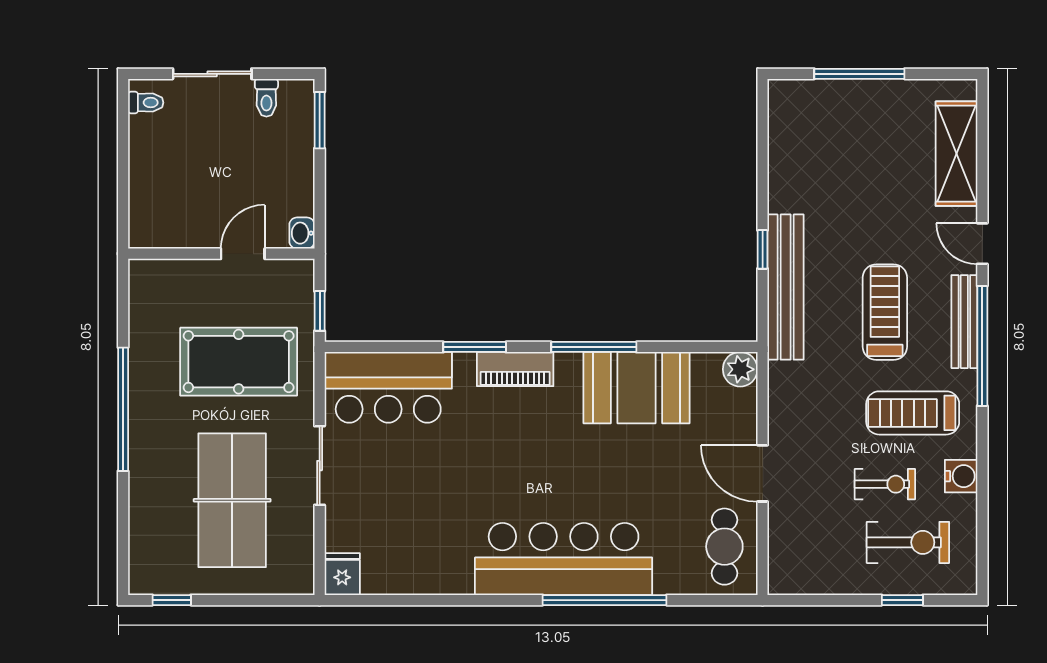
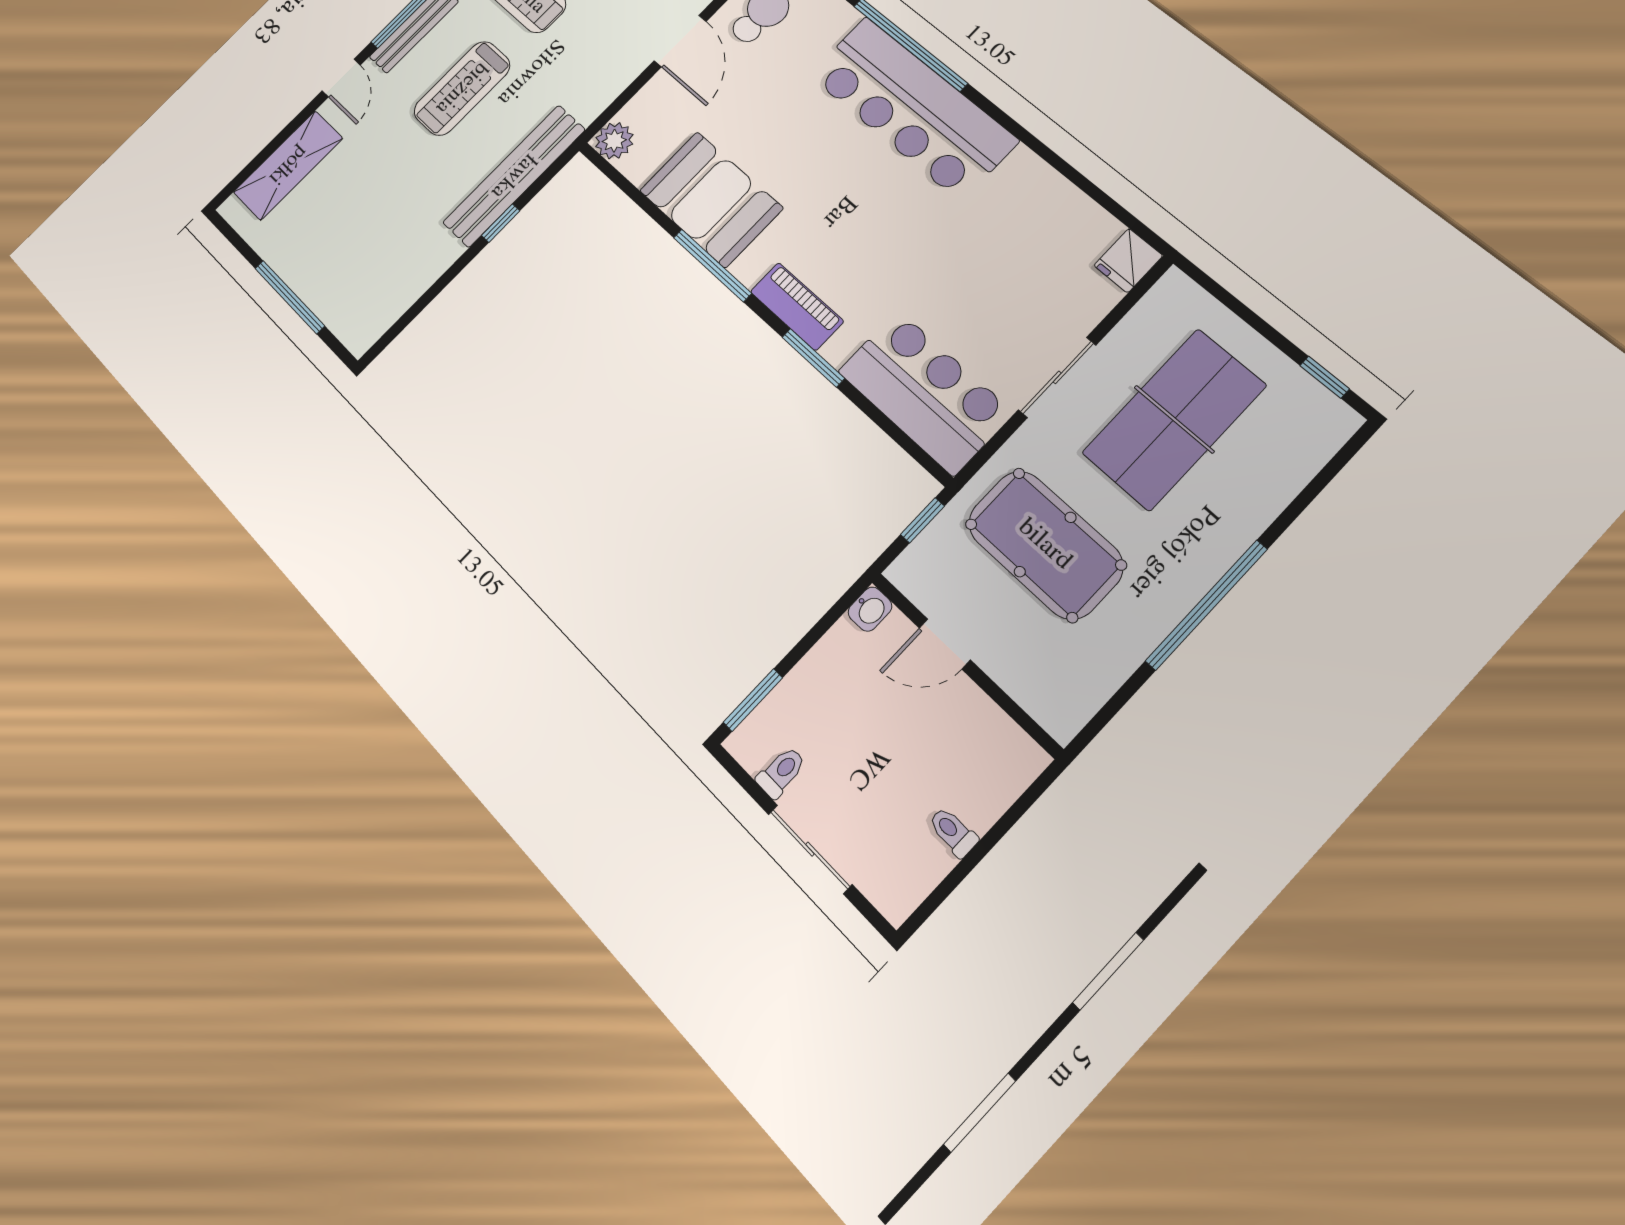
toilet: (146, 103) -> (953, 832), moved

